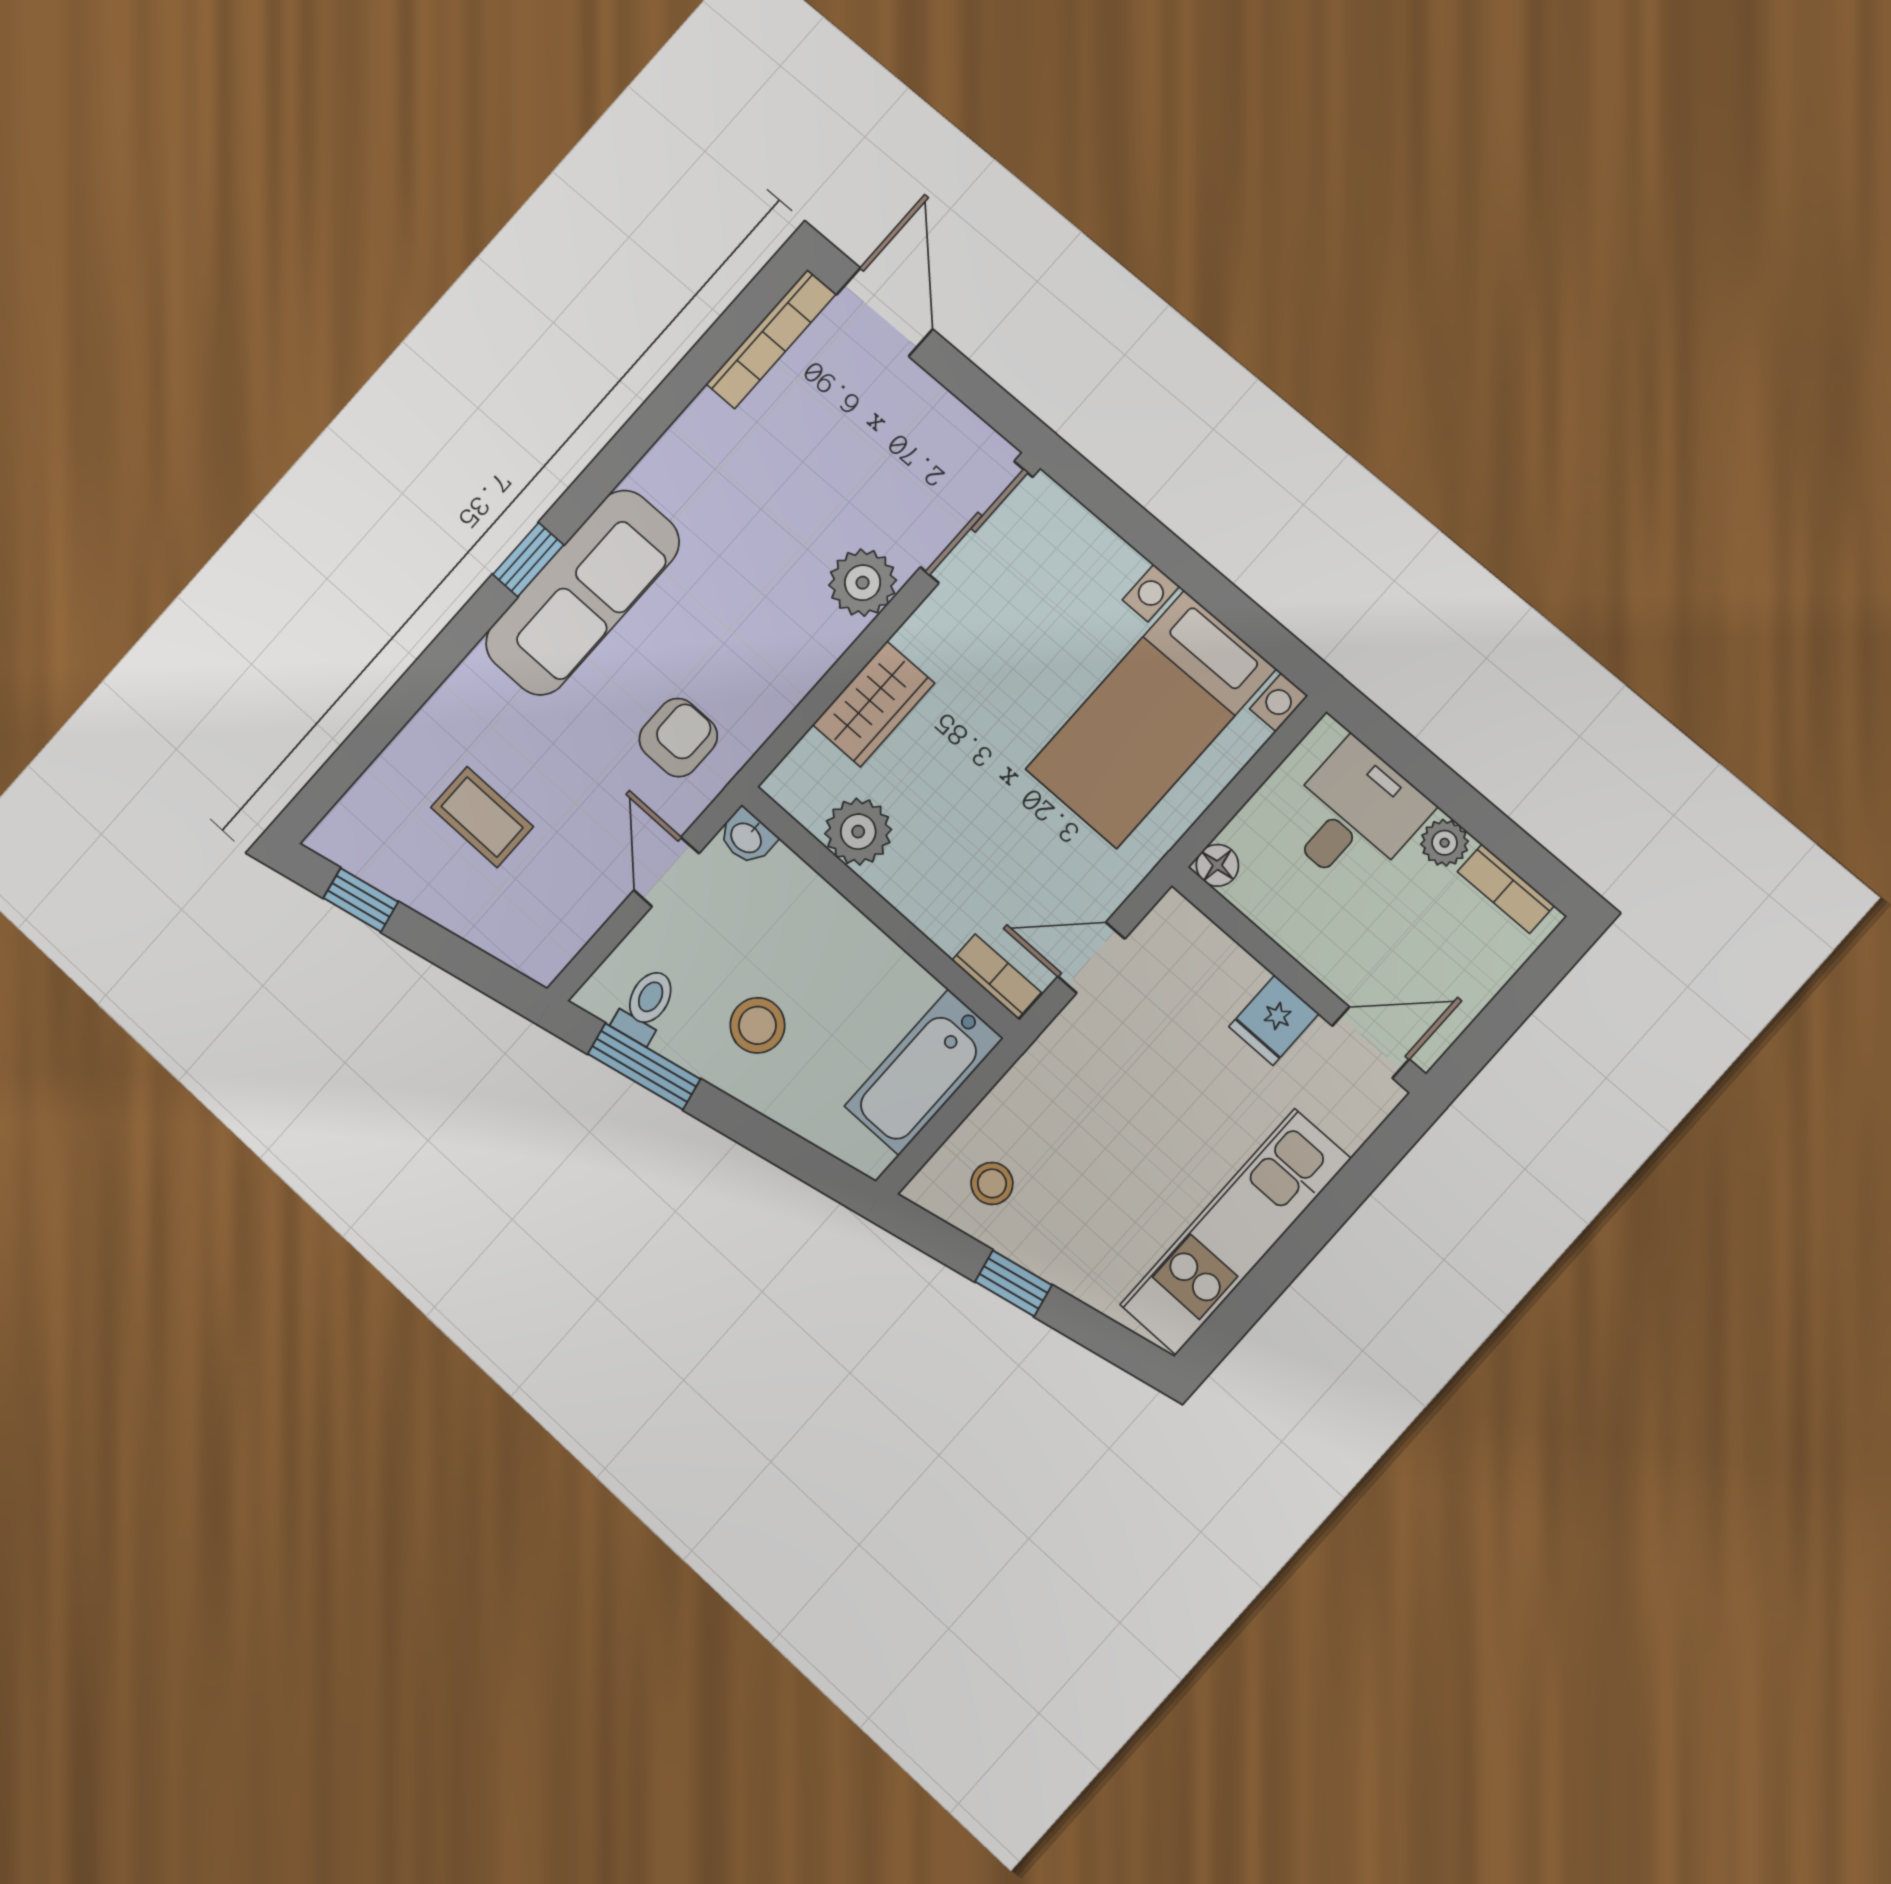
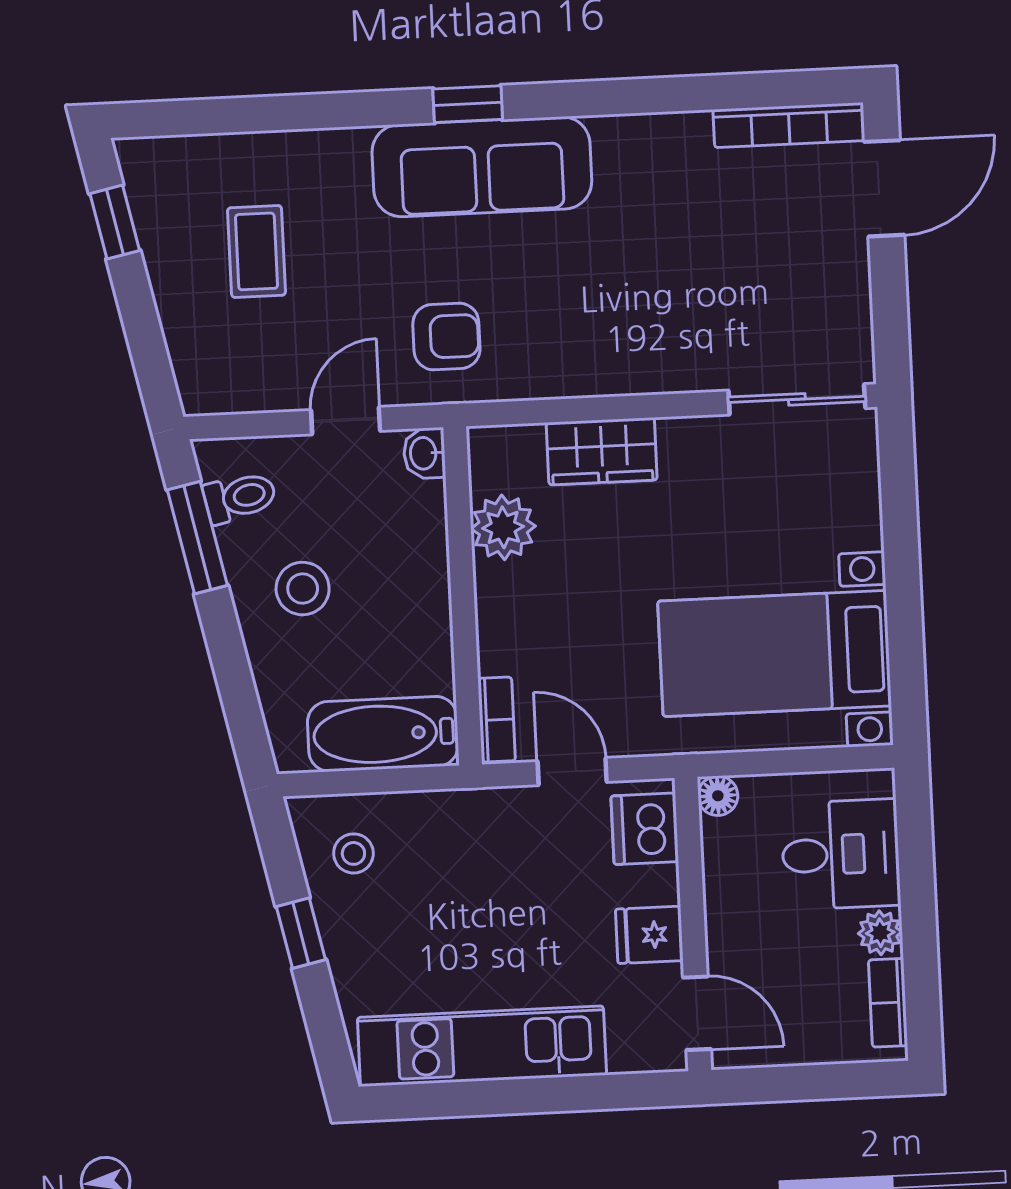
plant: (863, 583) -> (679, 360), removed
dishwasher: (1189, 945) -> (645, 829), added

